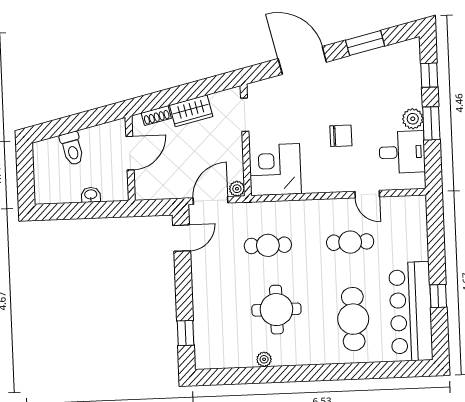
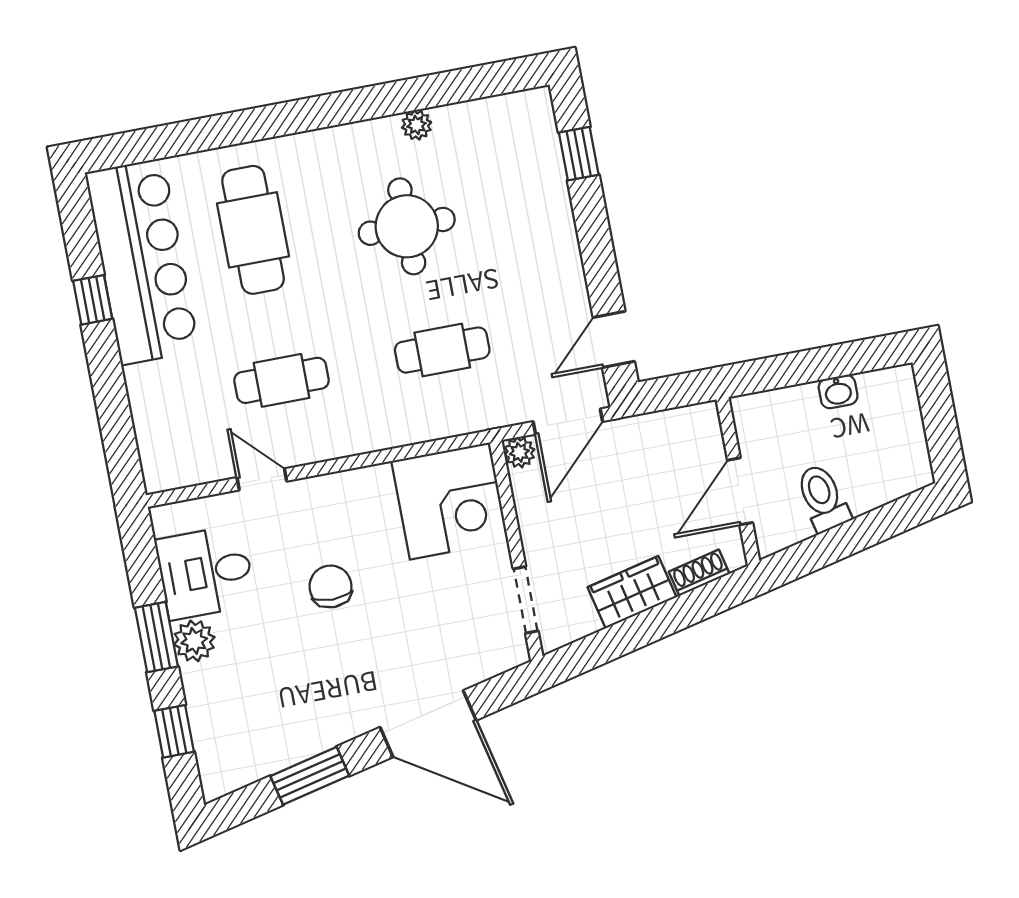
chair: (341, 136) -> (330, 586), turned 90
toilet: (72, 148) -> (823, 498), moved
washbasin: (91, 195) -> (838, 392), moved

